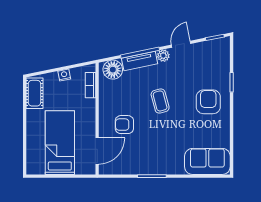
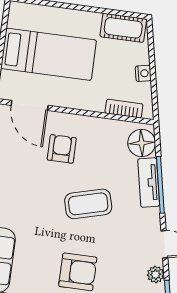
plant: (163, 56) -> (156, 275), moved
coffee table: (160, 101) -> (88, 204), width x1.36, depth x1.30

